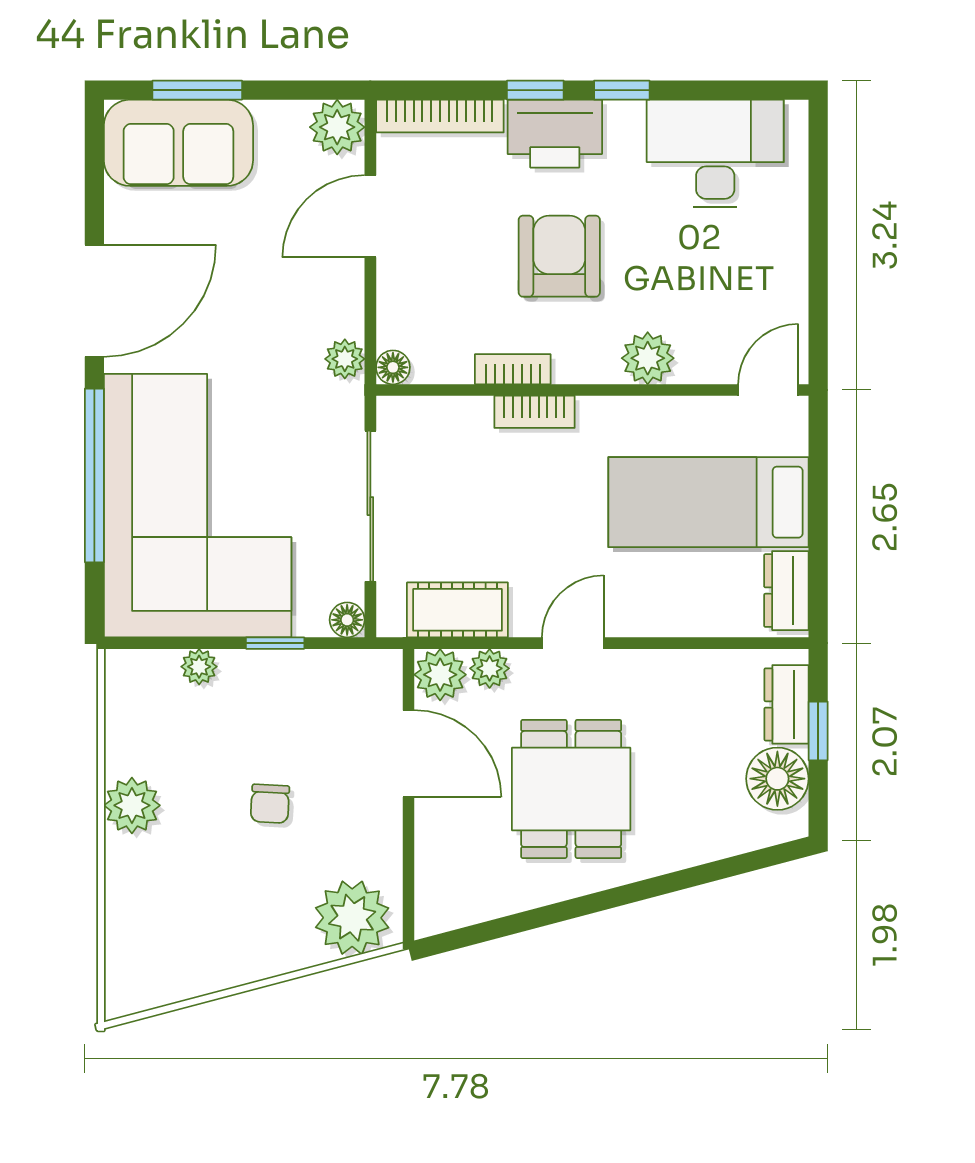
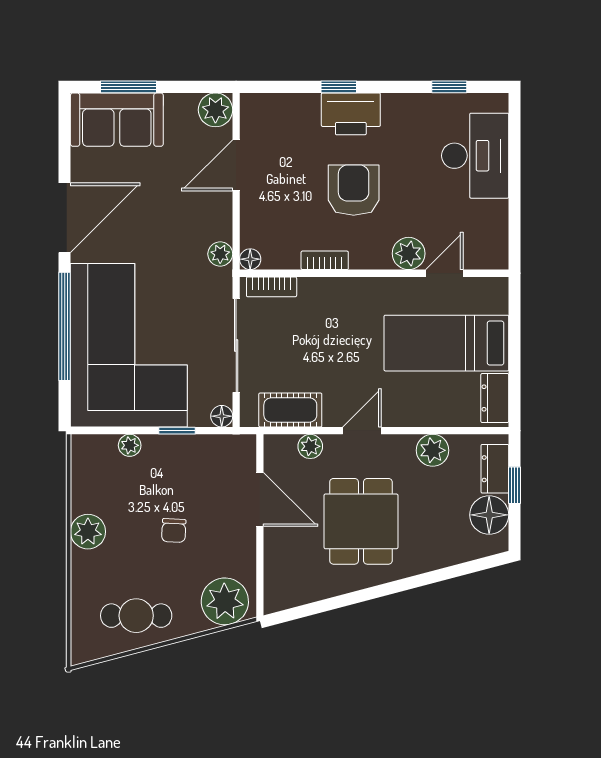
window: (622, 90) -> (449, 87), moved
bookcase: (440, 116) -> (279, 103), removed
desk: (715, 154) -> (475, 156), moved, turned 90
door: (768, 390) -> (444, 273), moved
bookcase: (534, 412) -> (272, 287), moved
plant: (440, 675) -> (433, 450), moved
cafe table: (210, 941) -> (136, 616), added

